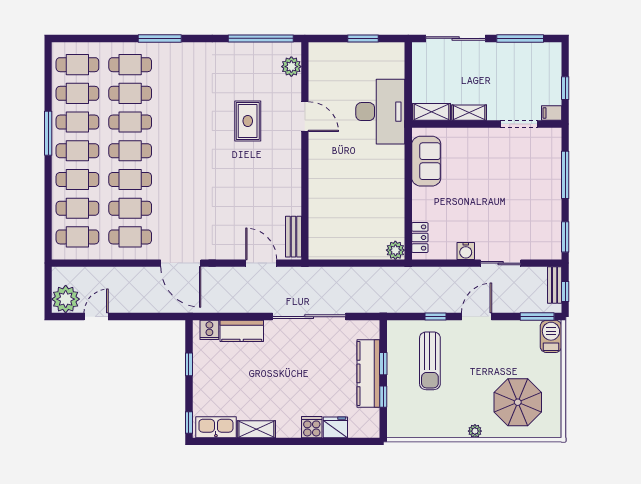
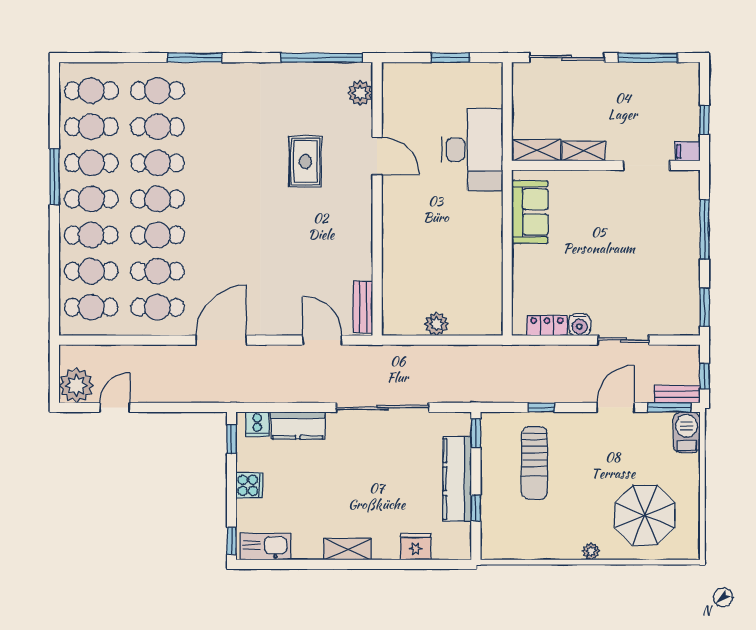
locker: (420, 238) -> (547, 326), moved, turned -90
plant: (395, 250) -> (437, 324), moved
door: (181, 263) -> (221, 340), swing flipped
bench: (555, 285) -> (677, 394), moved, turned 90
door: (477, 317) -> (616, 407), moved
window: (189, 364) -> (232, 439), moved
window: (383, 364) -> (476, 433), moved
cooker: (312, 427) -> (249, 485), moved, turned 90
shelving: (256, 429) -> (348, 549), moved

